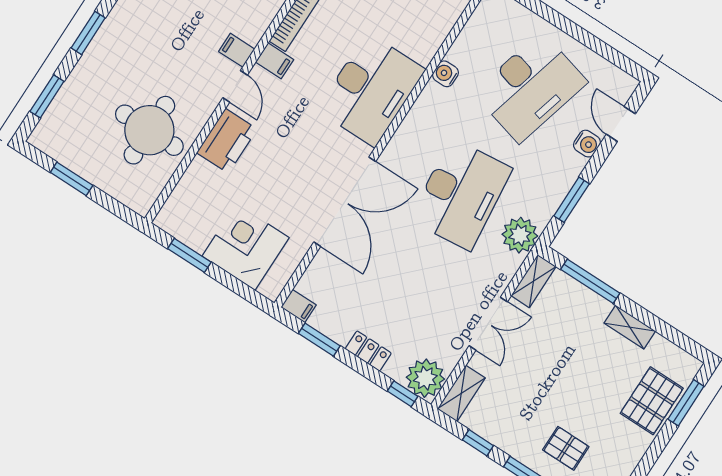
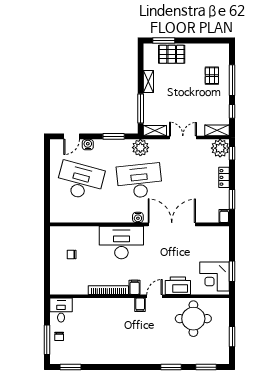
water cooler: (446, 74) -> (138, 217), moved
corner desk: (246, 247) -> (214, 277), moved

